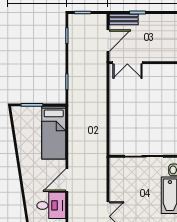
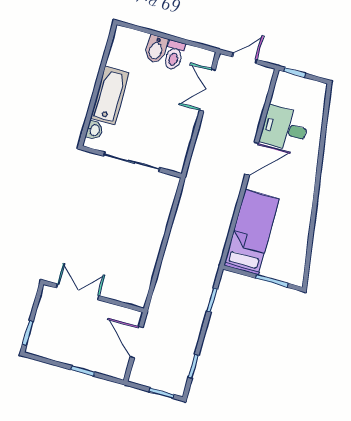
bench: (124, 19) -> (105, 367), removed
door: (108, 41) -> (137, 342), hinge flipped
double door: (127, 63) -> (78, 292), moved

